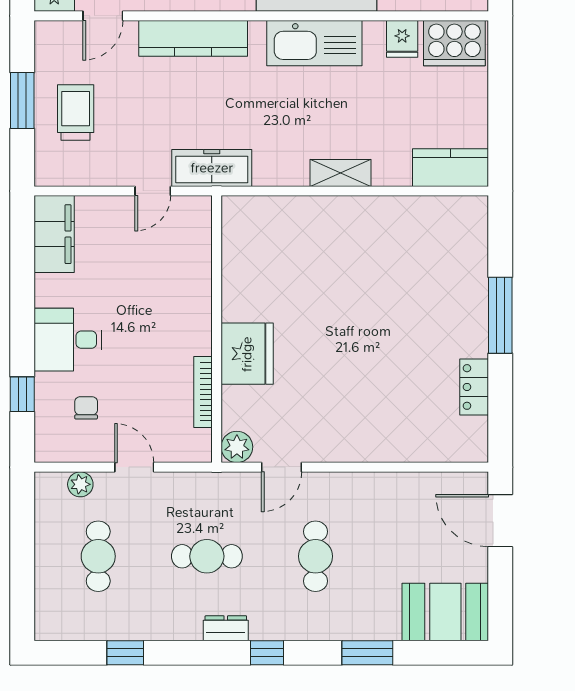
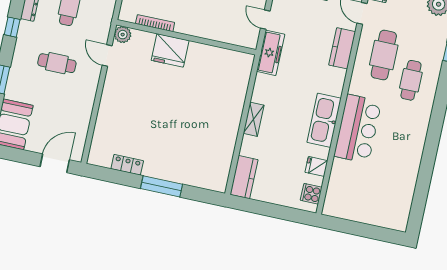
kitchen counter: (193, 38) -> (342, 48), width x0.67
cooker: (454, 43) -> (311, 194), width x0.53, depth x0.76

